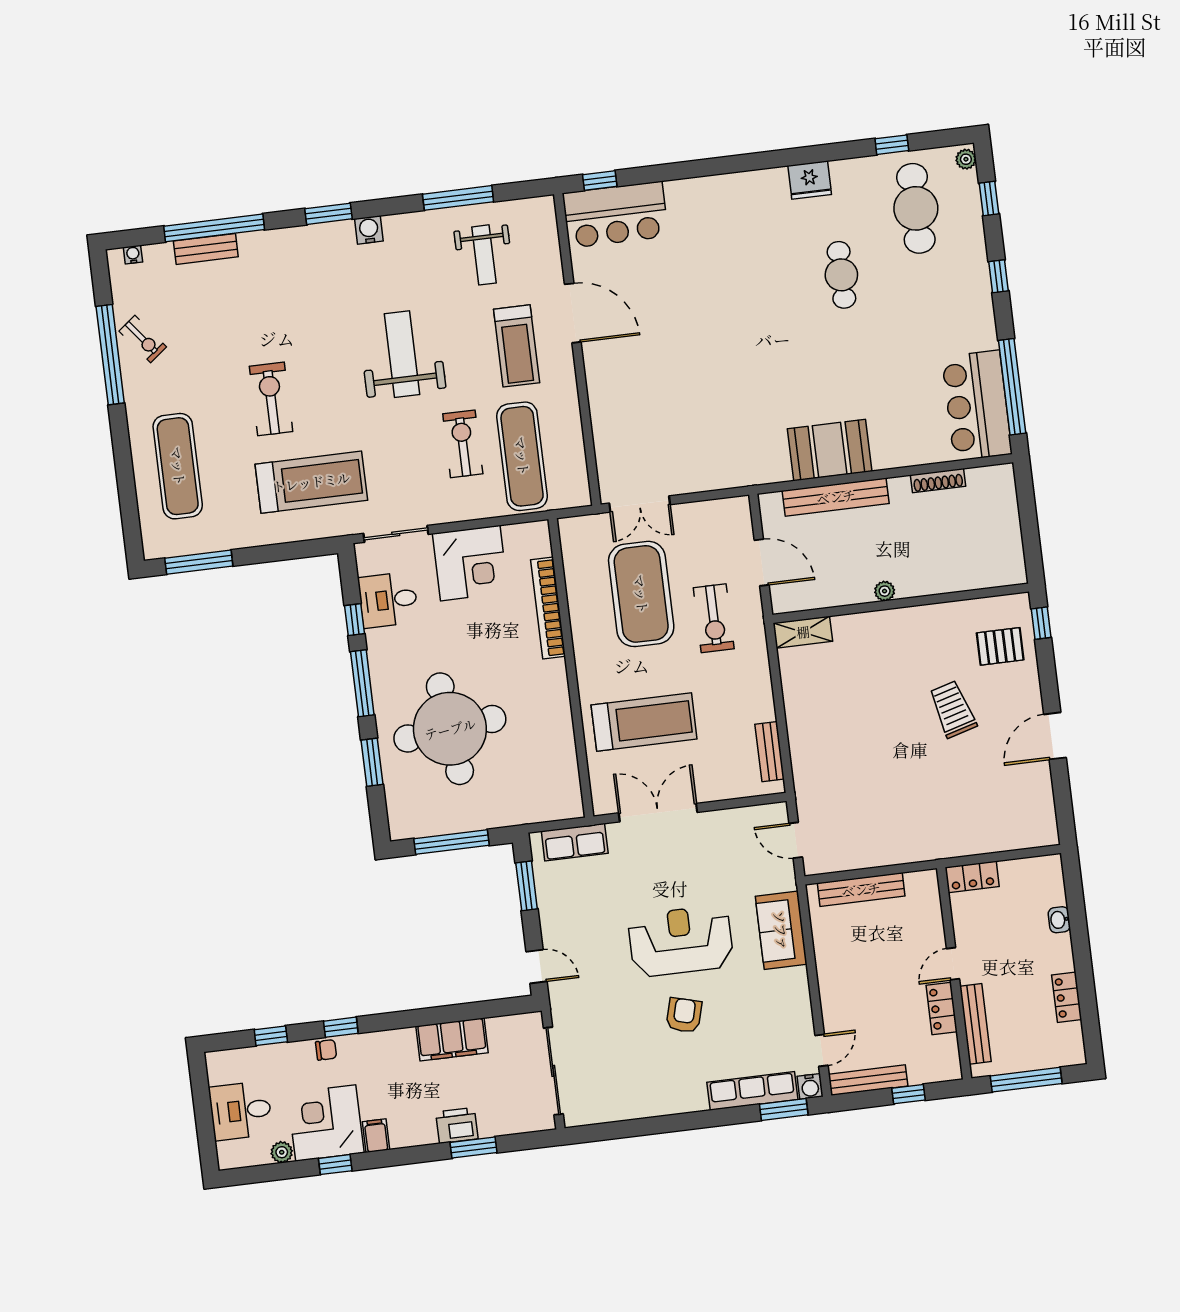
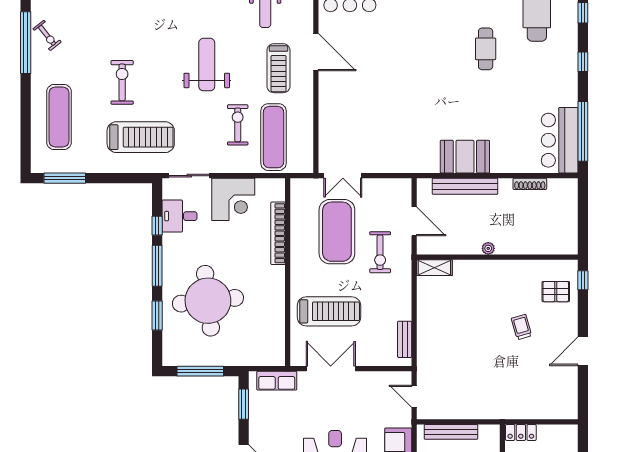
trolley: (953, 709) -> (522, 327), width x0.73, depth x0.72

